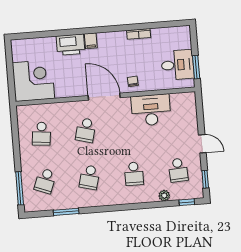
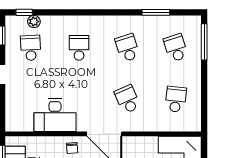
school desk: (86, 130) -> (127, 99), turned -39
school desk: (90, 177) -> (127, 48), turned -33
school desk: (45, 181) -> (176, 48), turned -39
plant: (164, 196) -> (34, 21), moved

